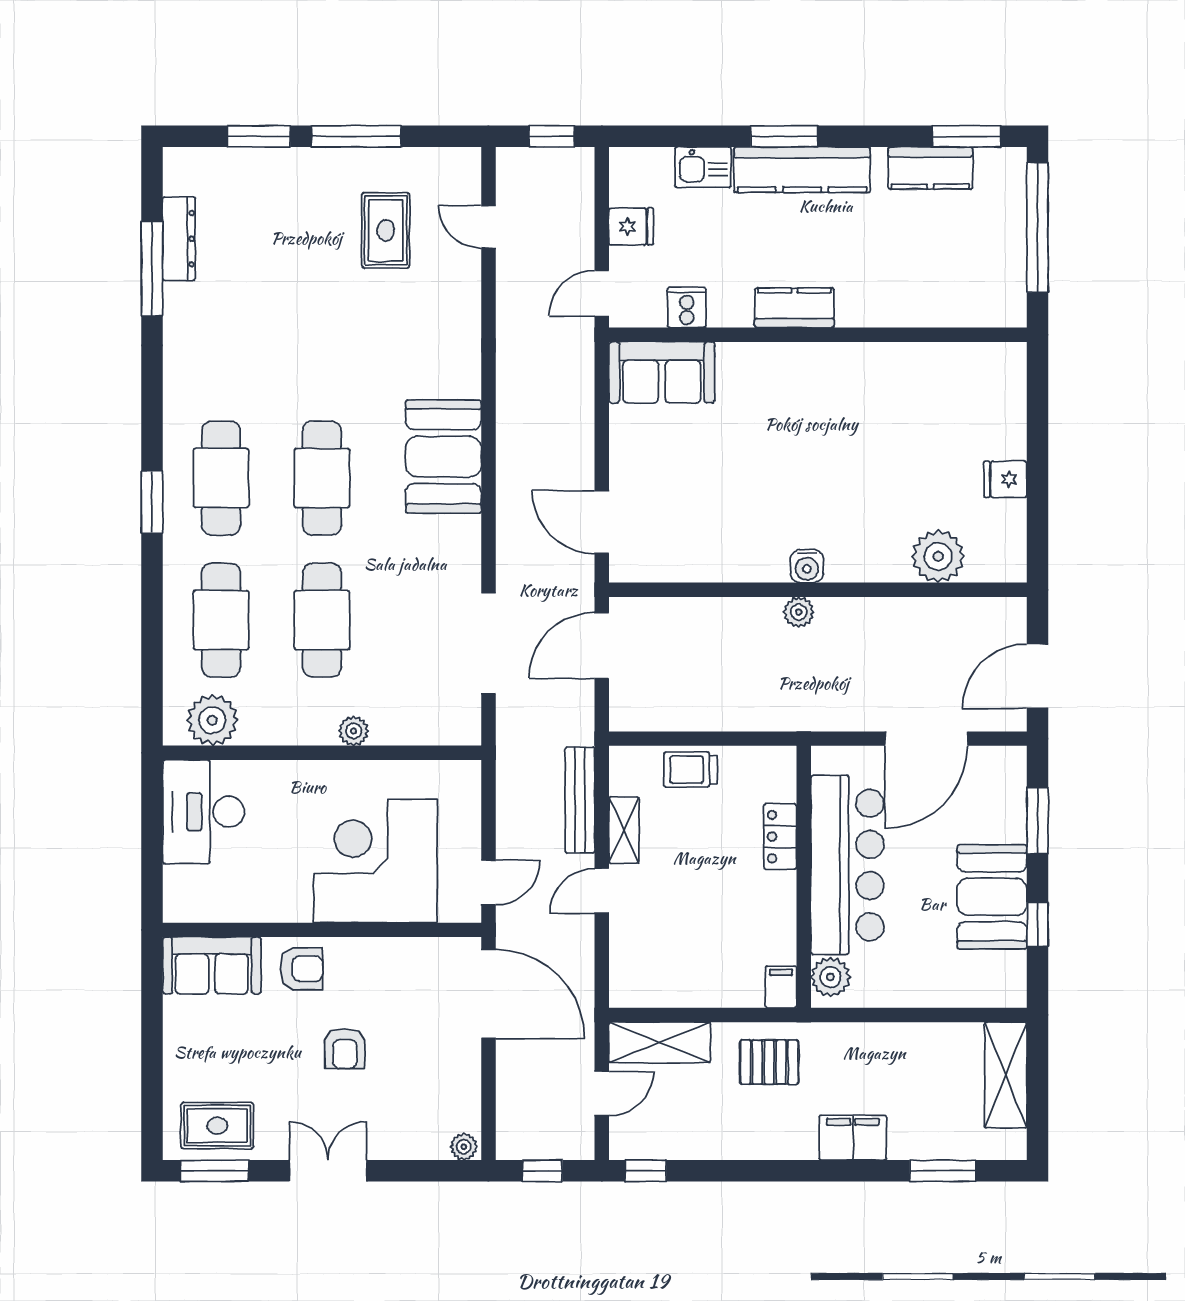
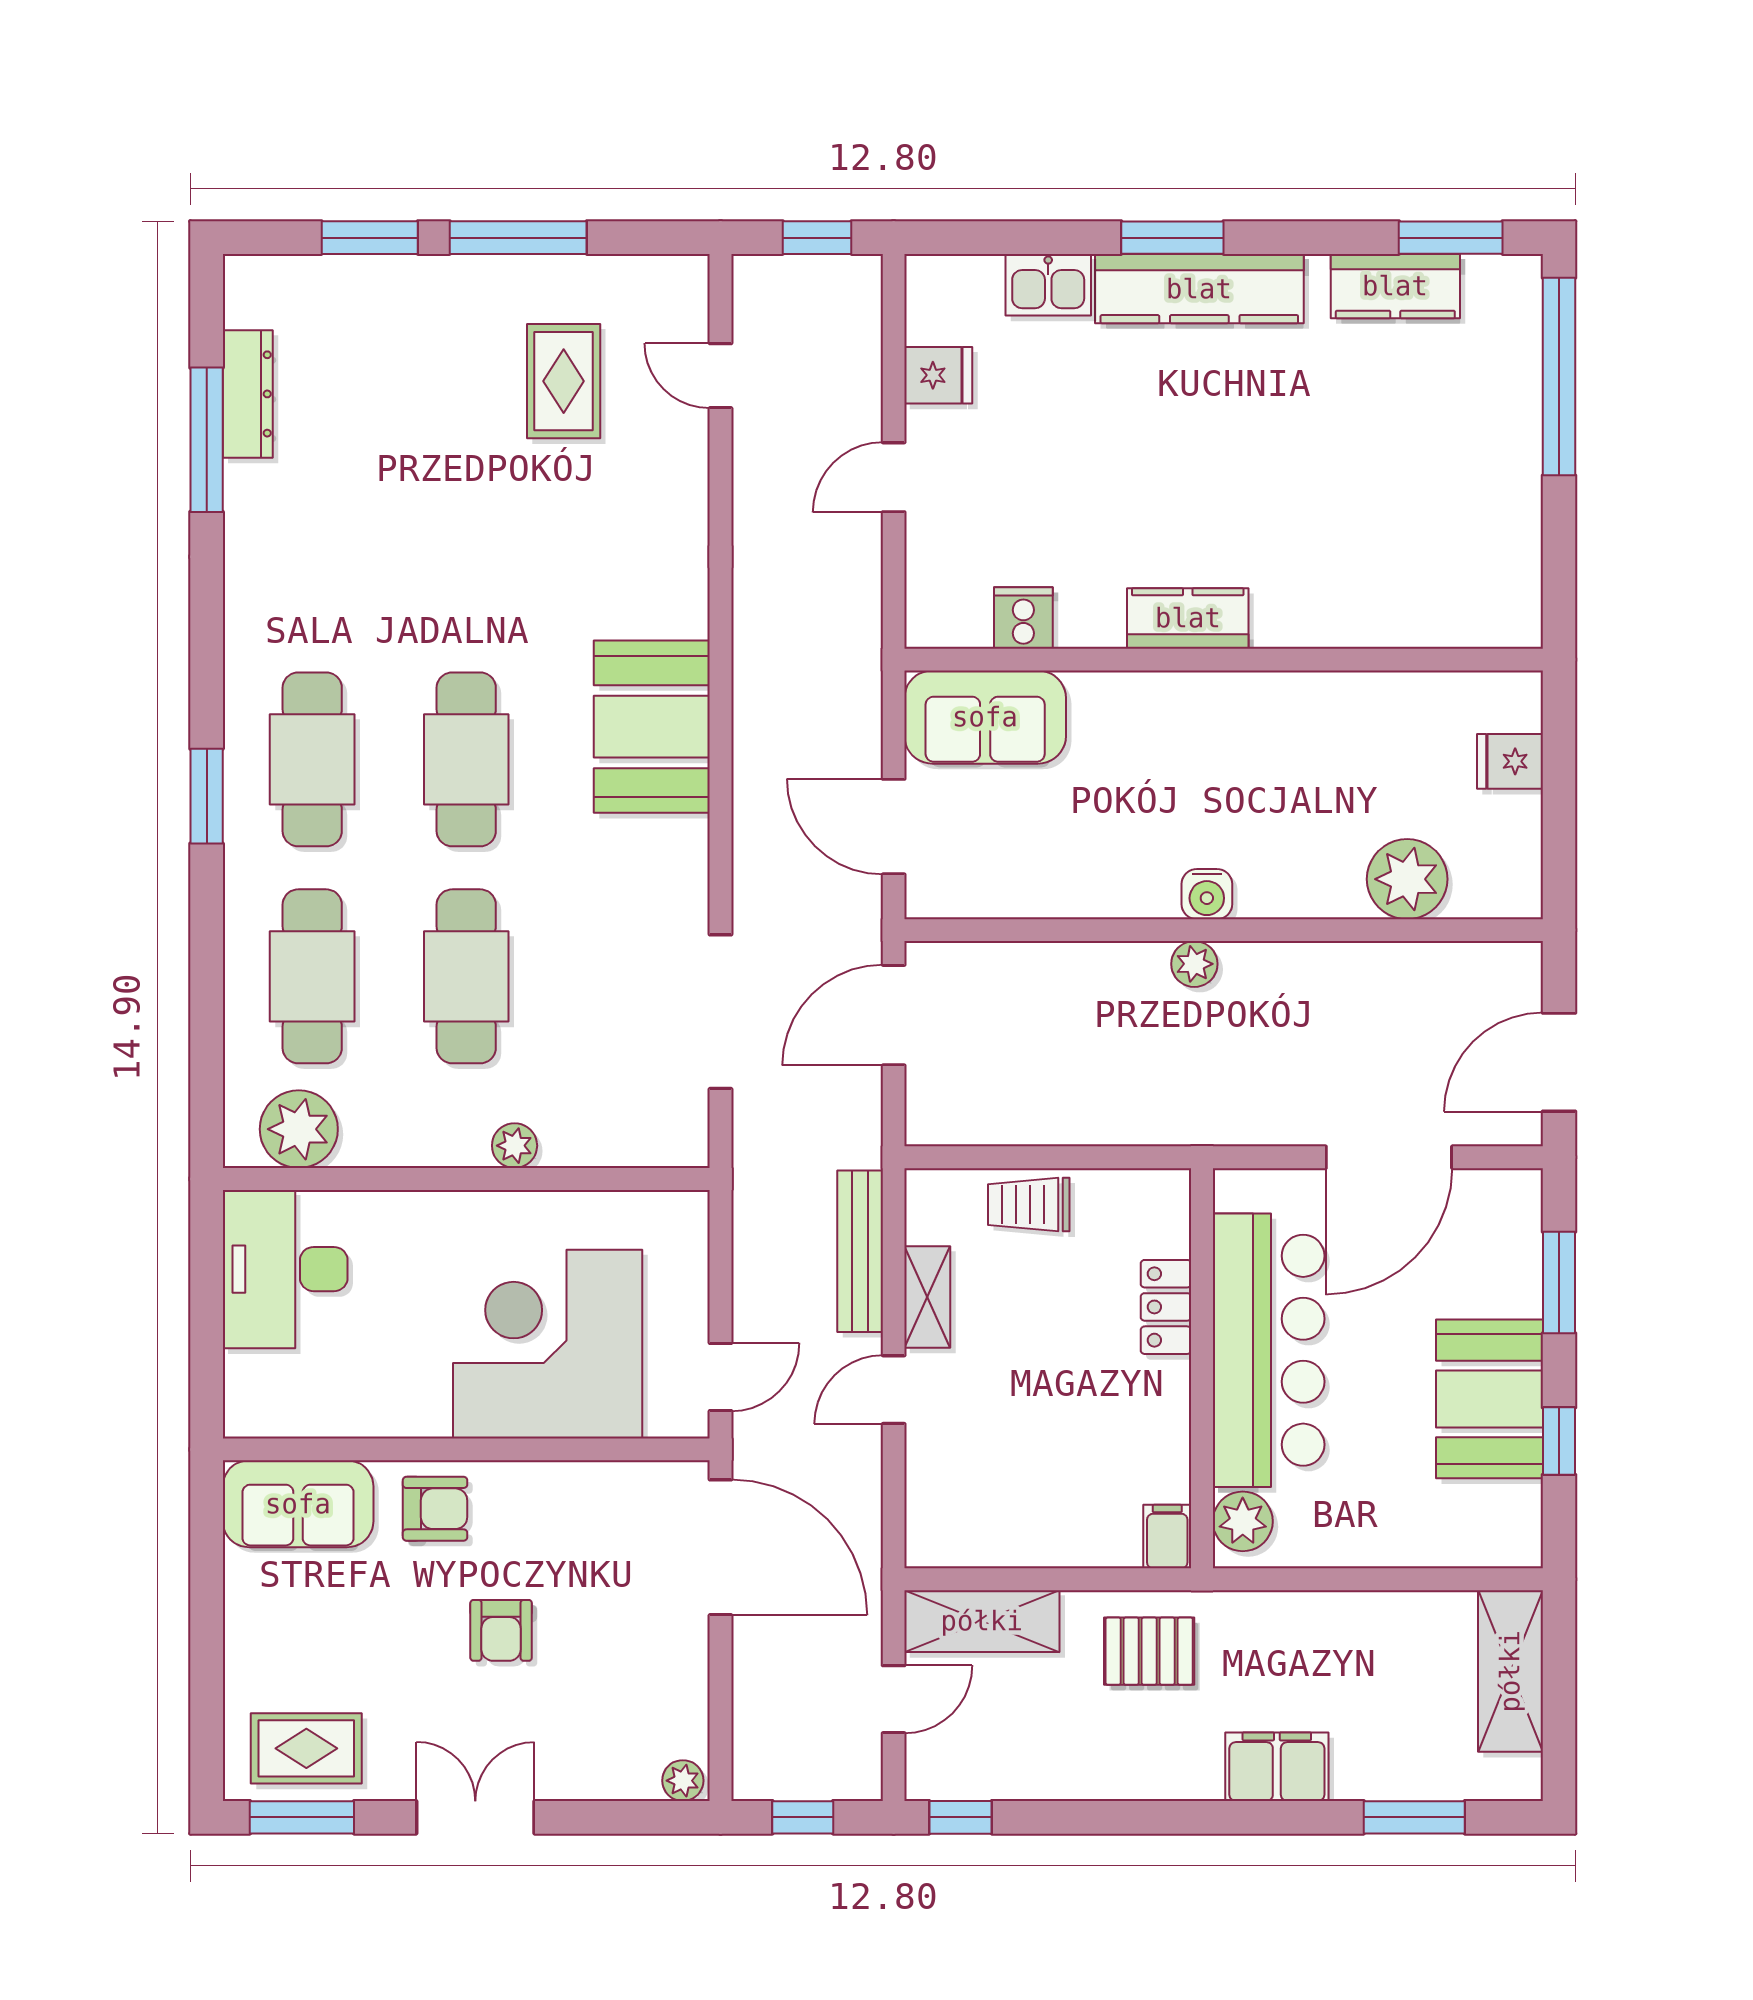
cooker: (687, 307) -> (1023, 618), moved
kitchen counter: (794, 308) -> (1188, 618), moved
wall: (818, 335) -> (1224, 660), moved
sofa: (662, 372) -> (985, 717), moved

